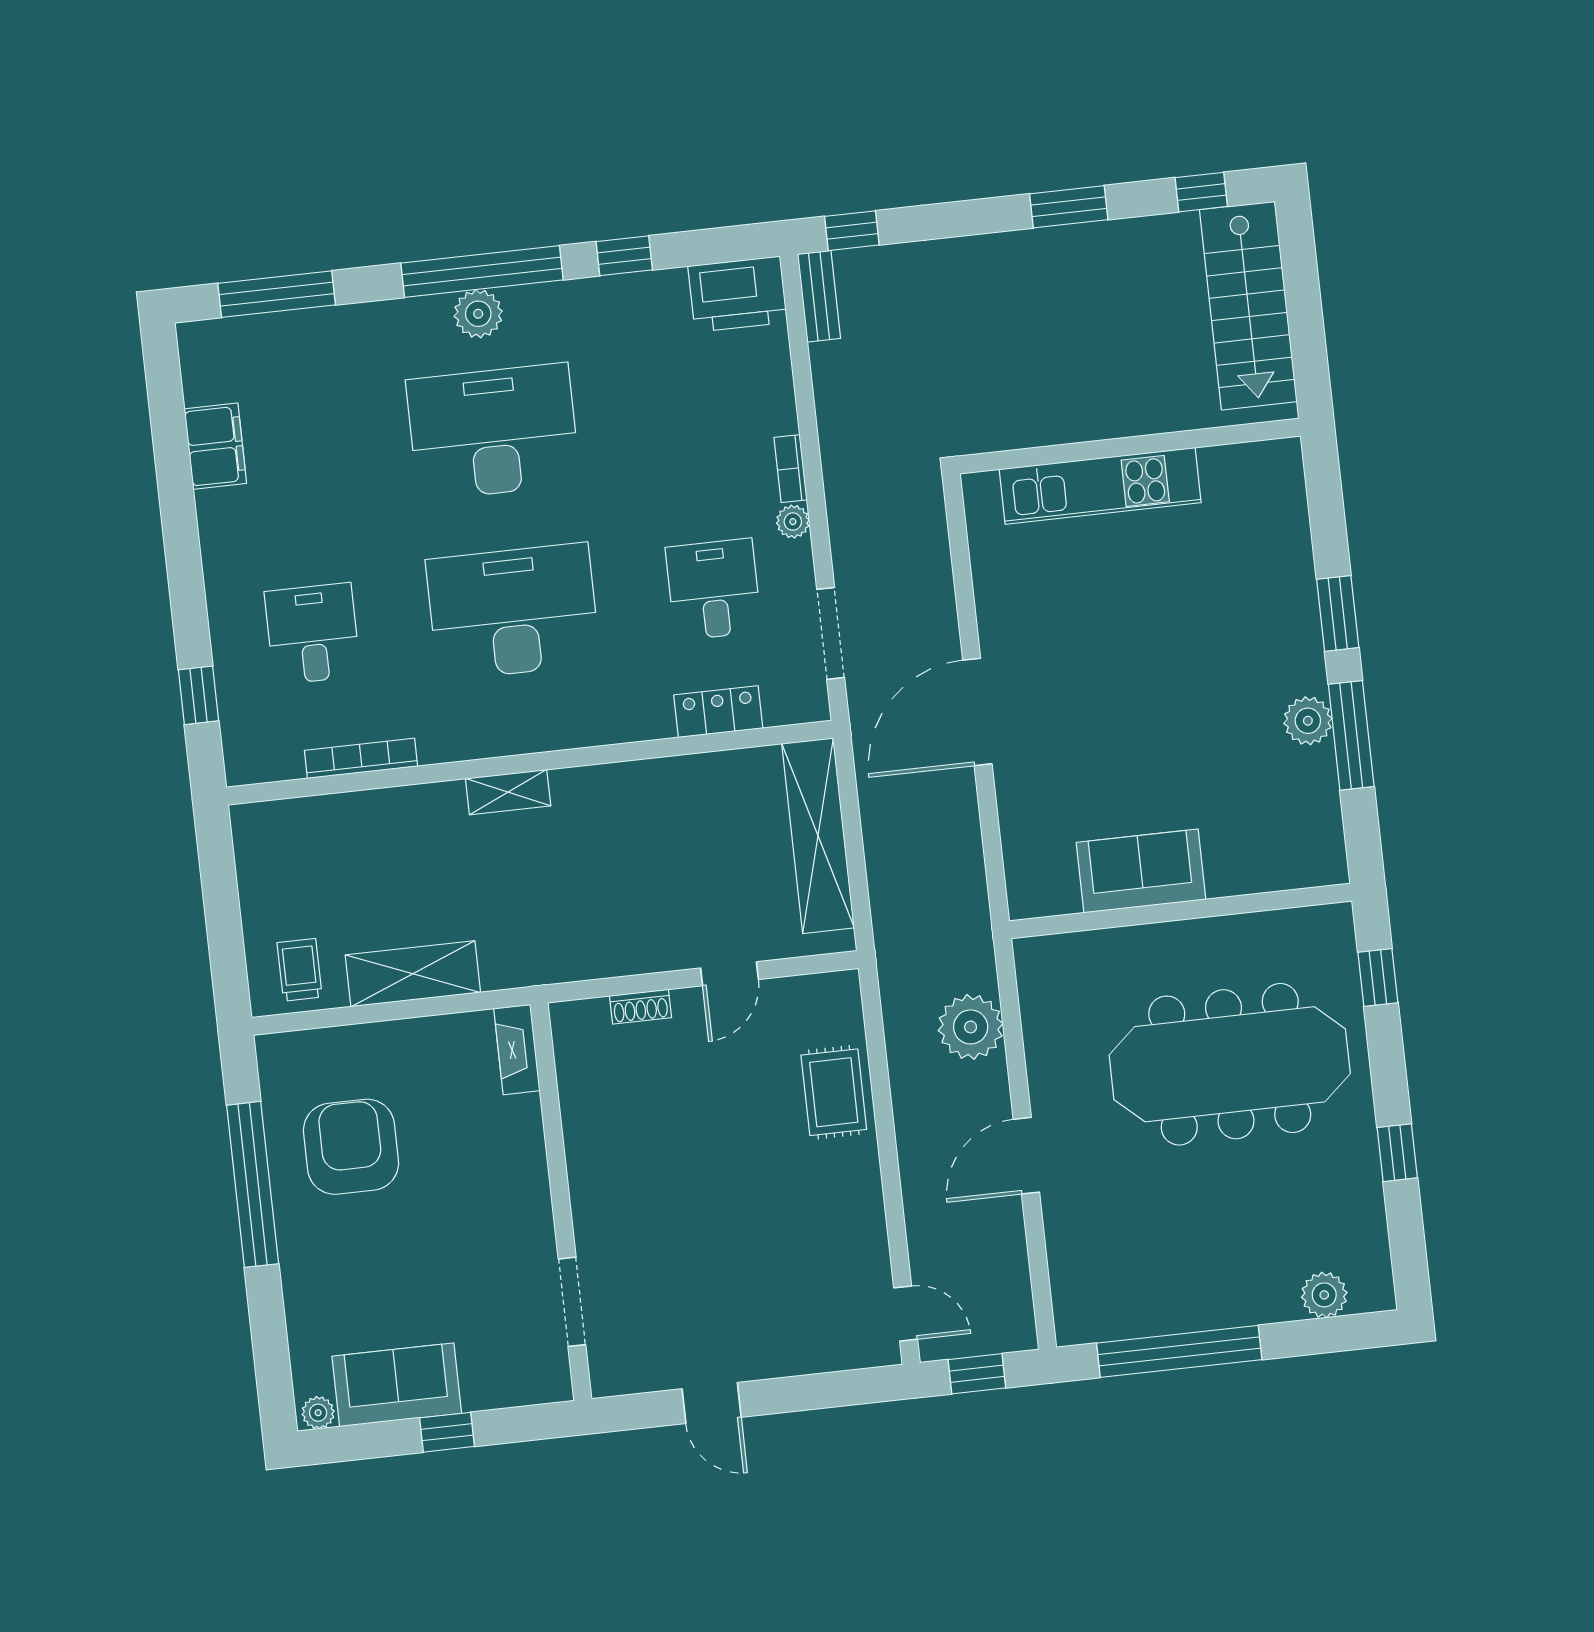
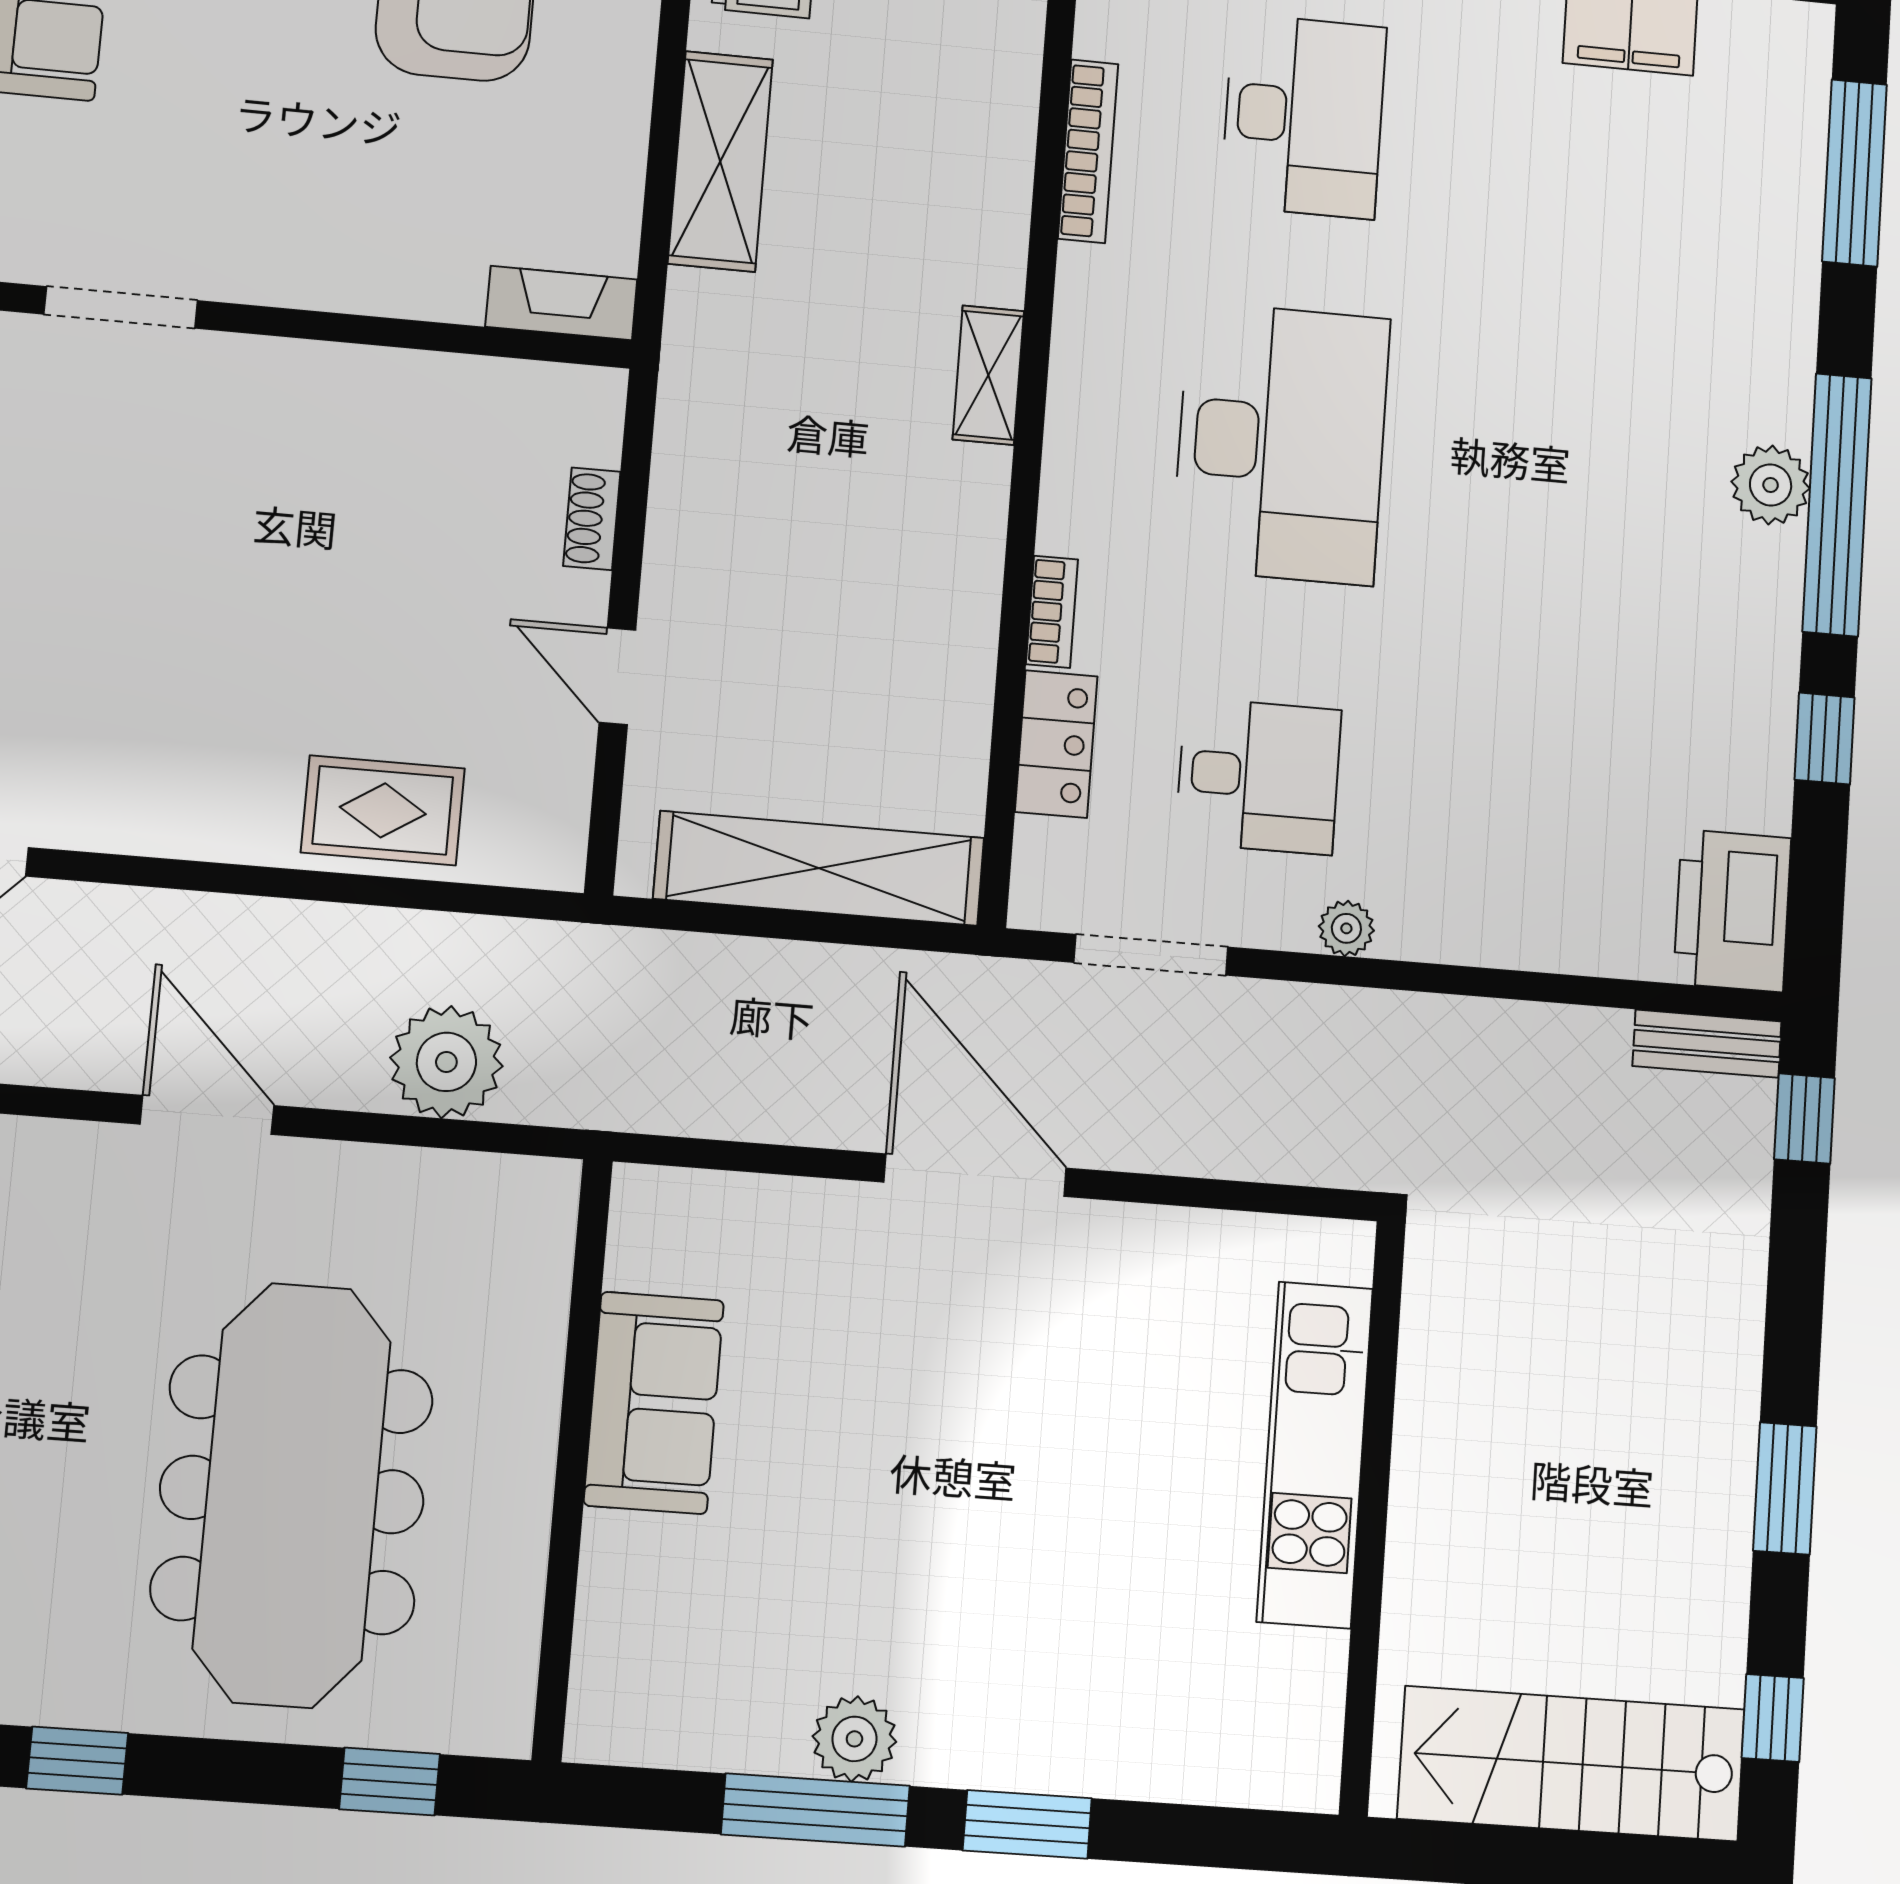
desk: (493, 432) -> (1577, 470), removed
bookcase: (791, 469) -> (1052, 612), moved, turned 90
desk: (312, 634) -> (1304, 116), width x1.37

